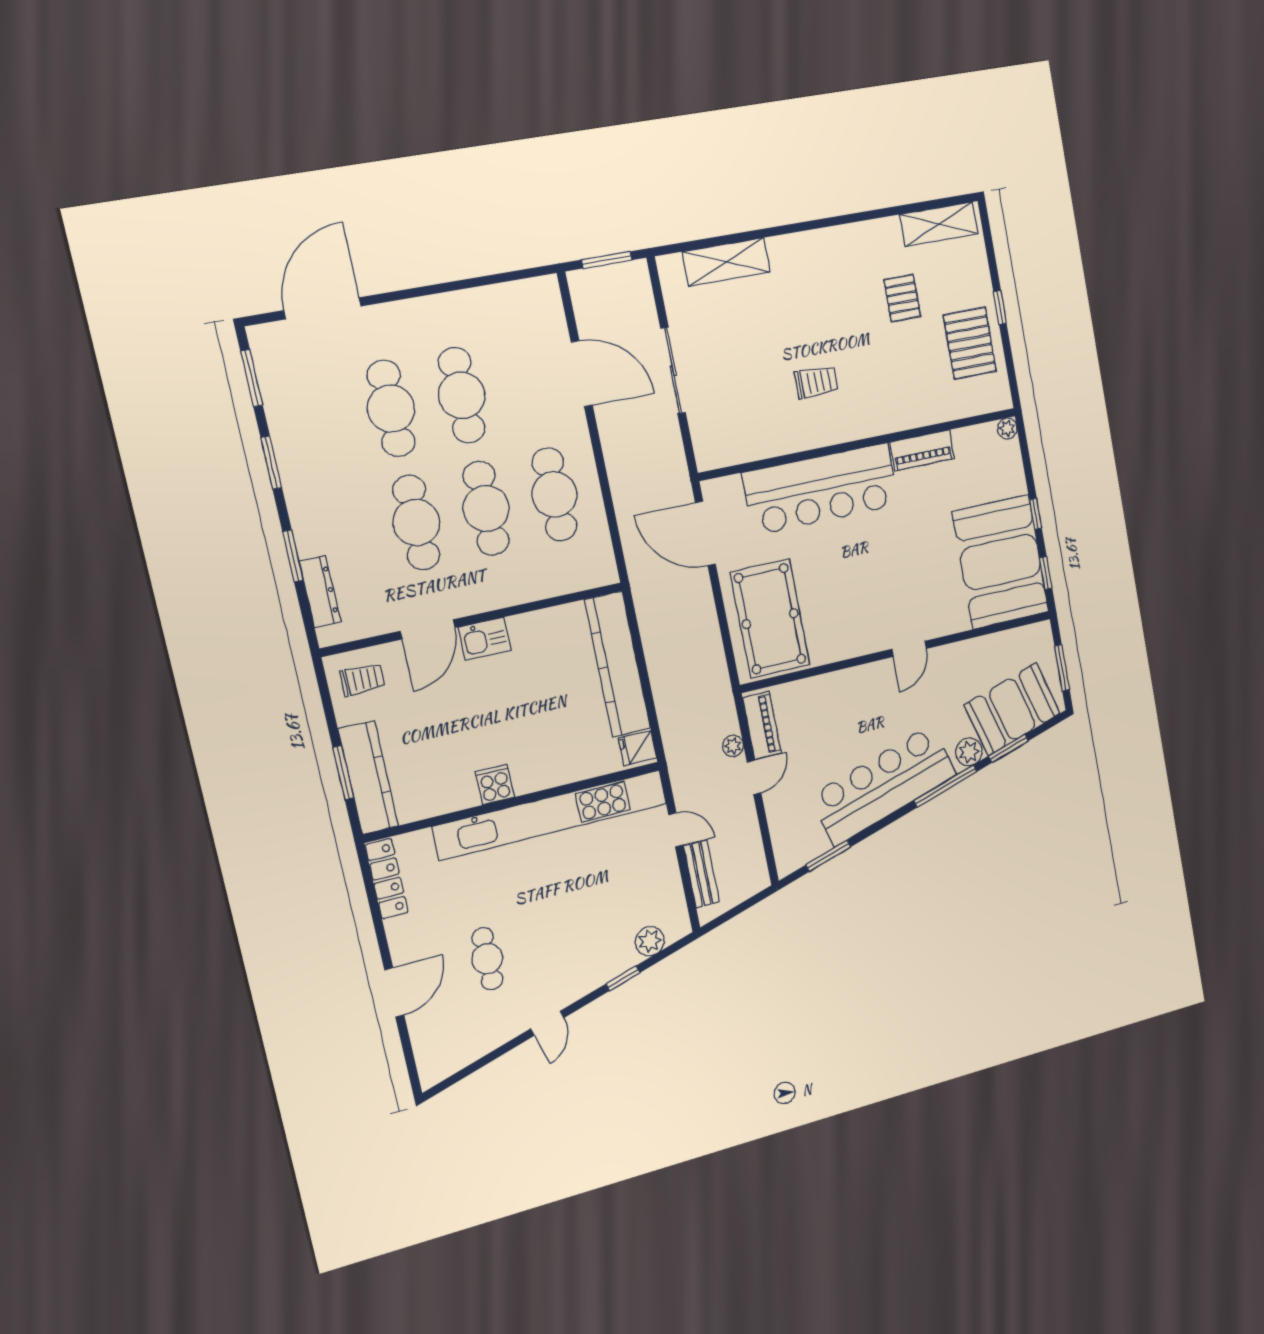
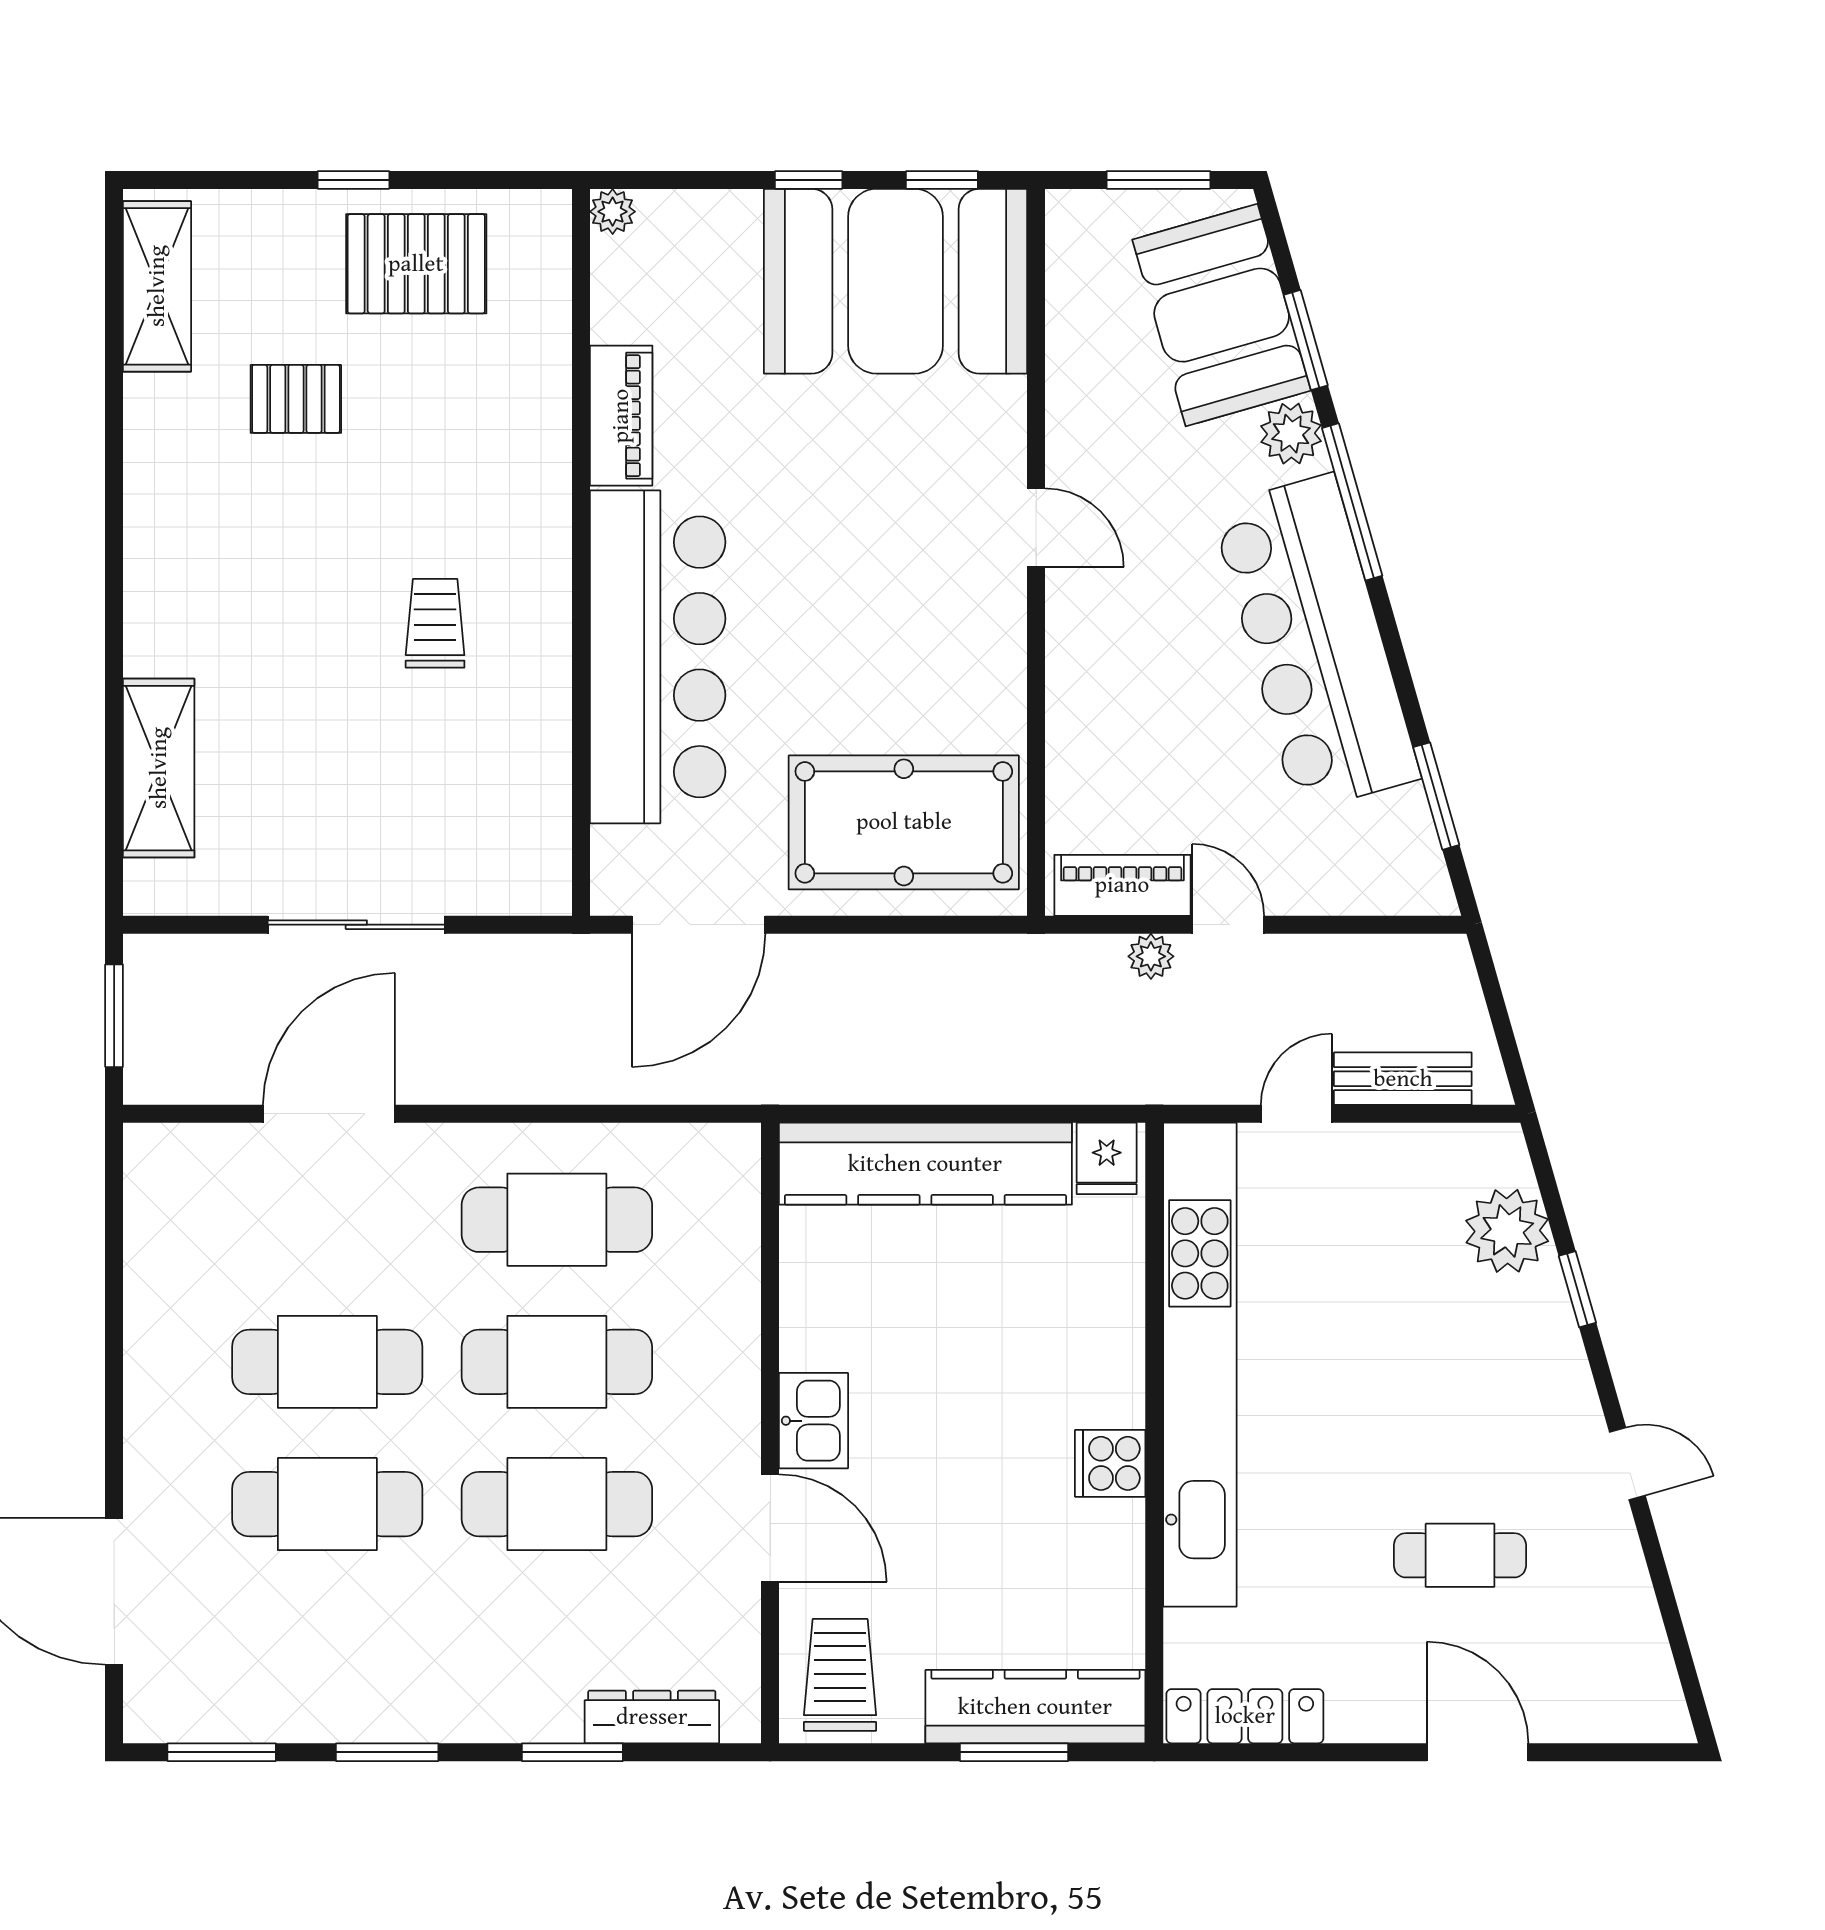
trolley: (362, 679) -> (840, 1675), width x1.36, depth x1.39
plant: (650, 941) -> (1507, 1231), width x1.36, depth x1.36

